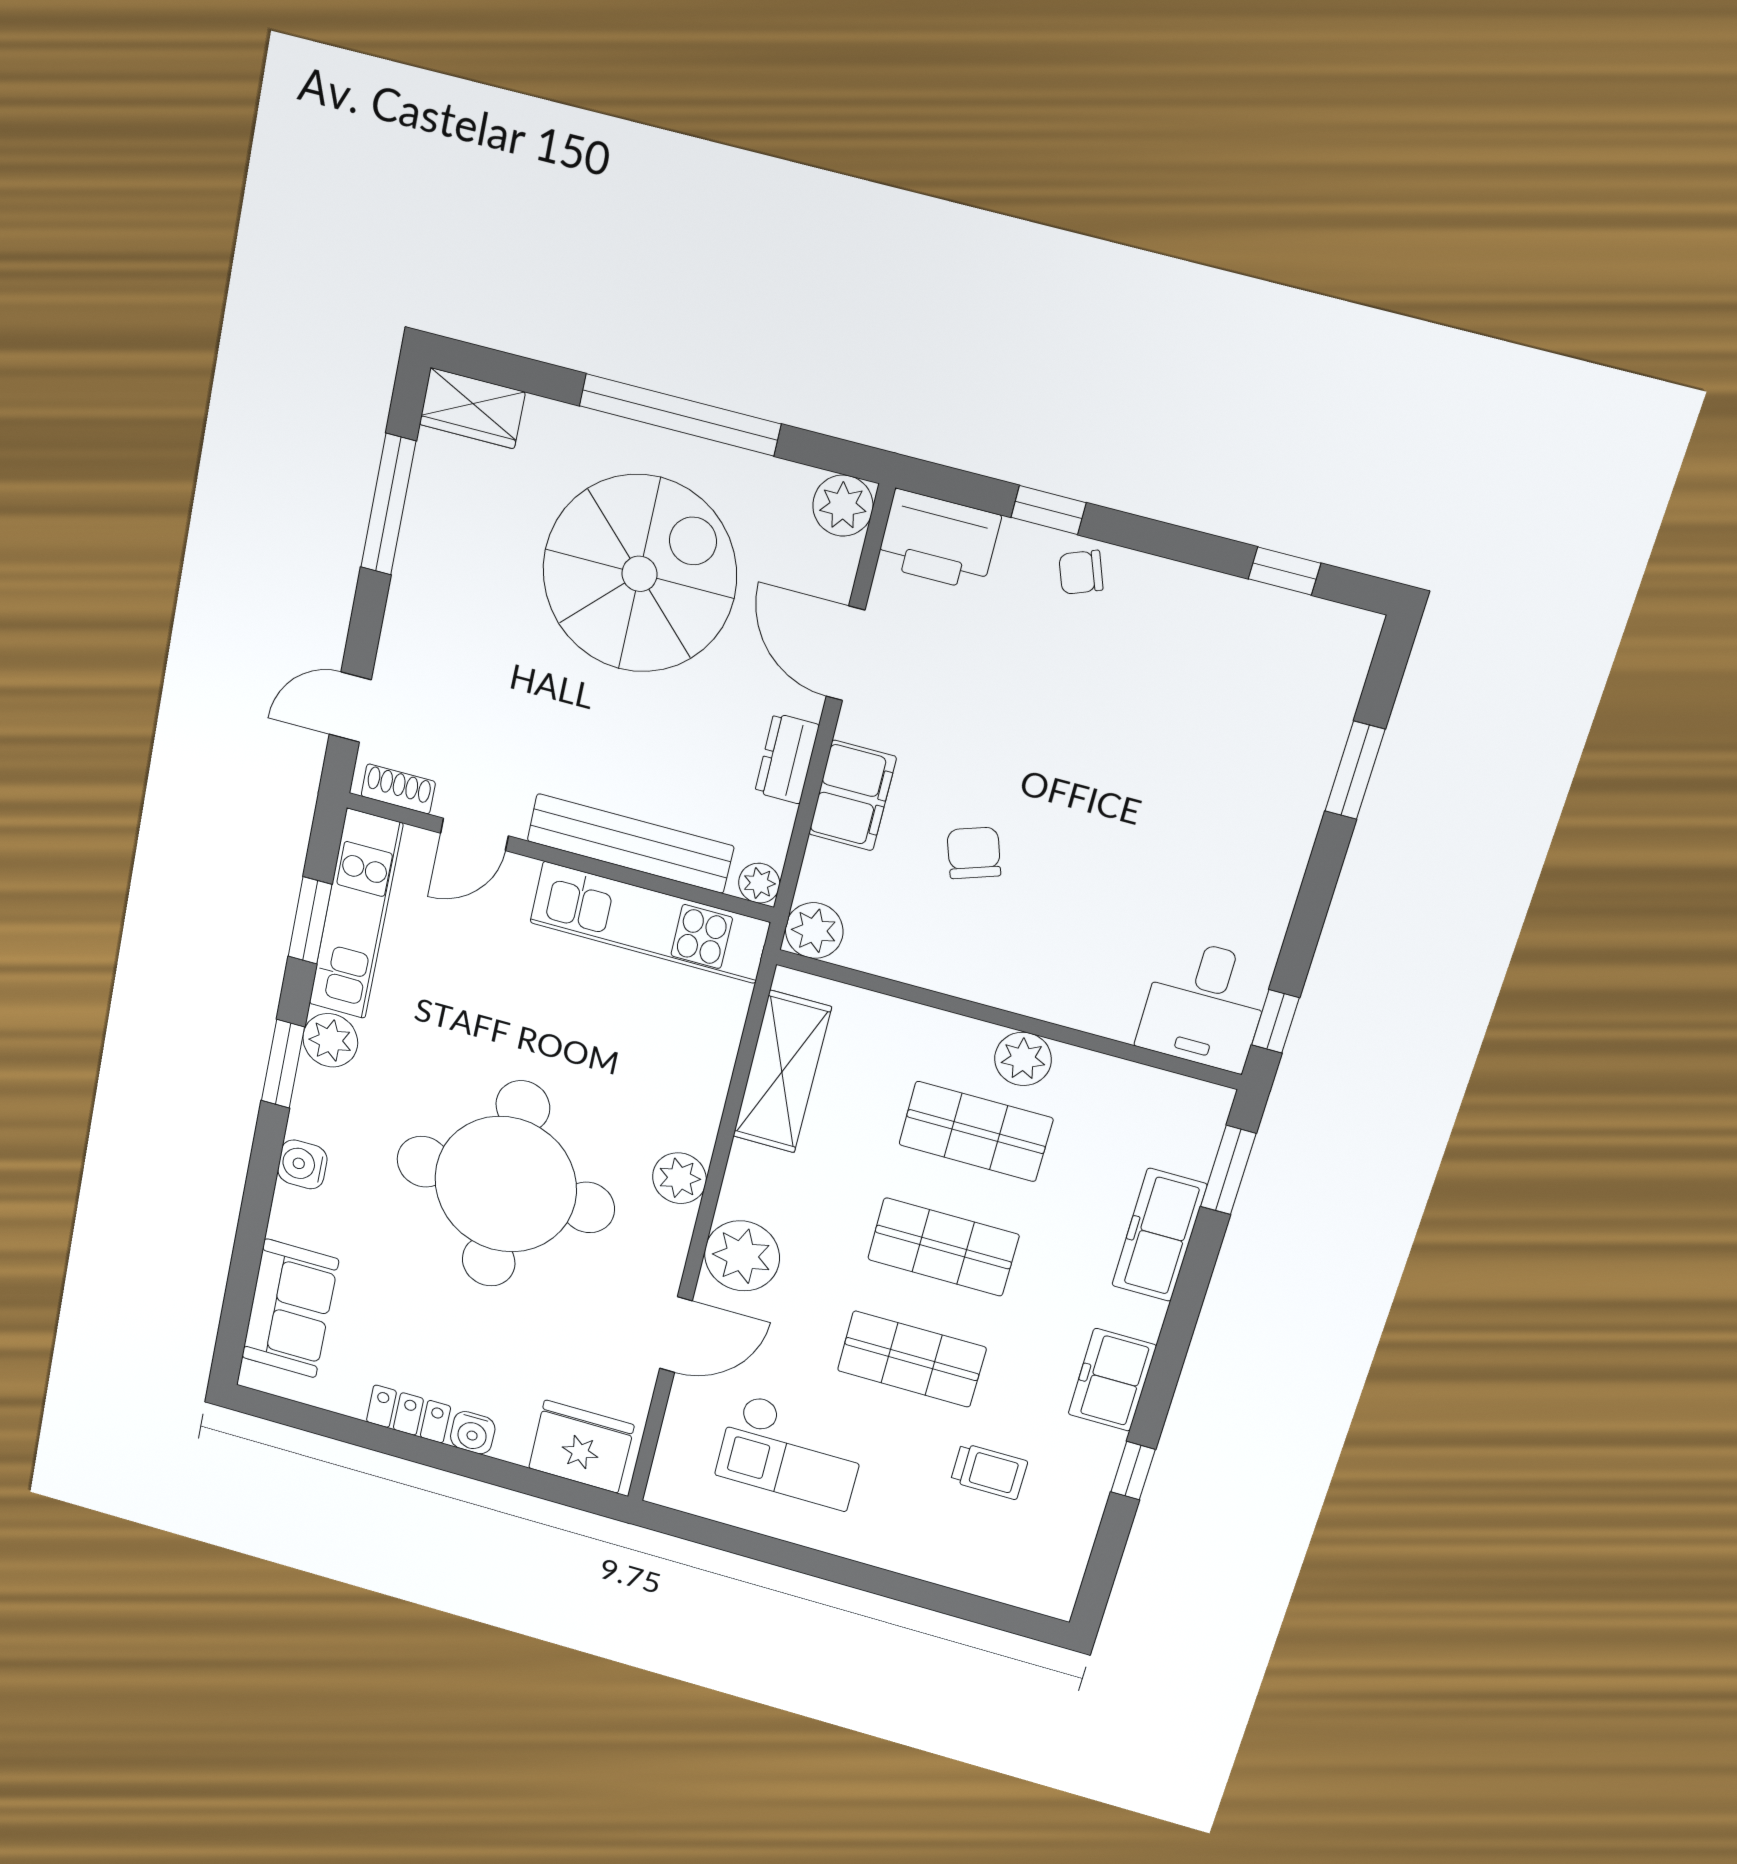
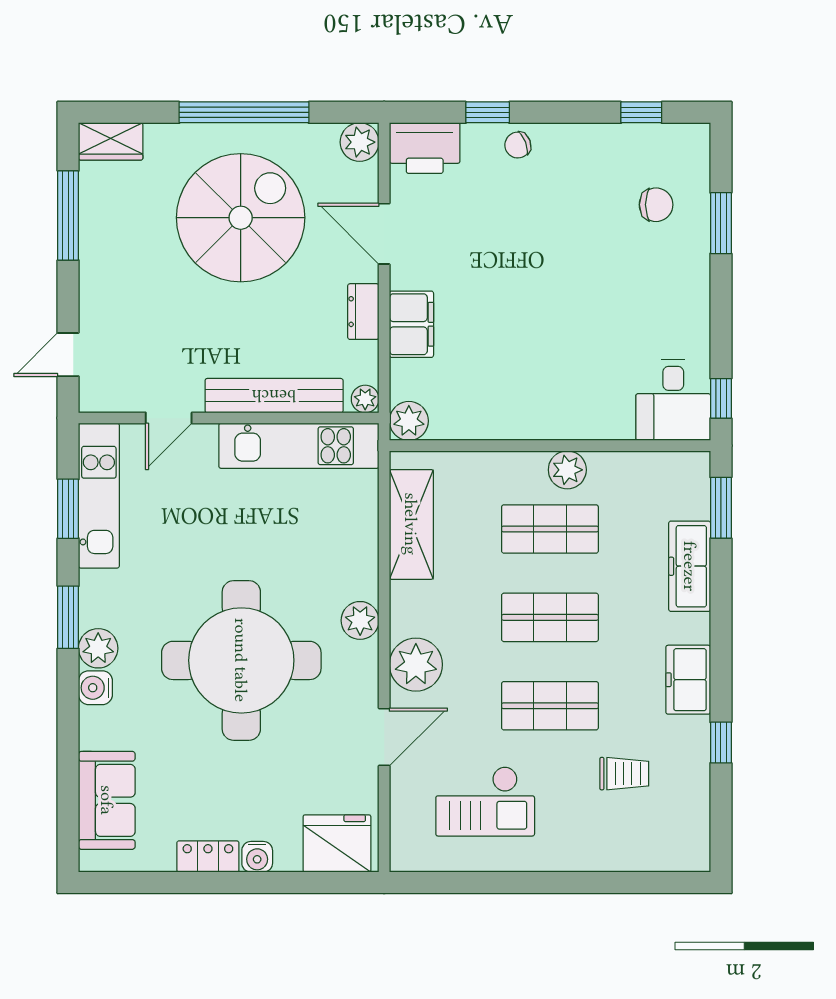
shoe rack: (398, 789) -> (111, 401), removed
chair: (974, 853) -> (656, 205), moved, turned 109
plant: (330, 1040) -> (98, 648), moved

